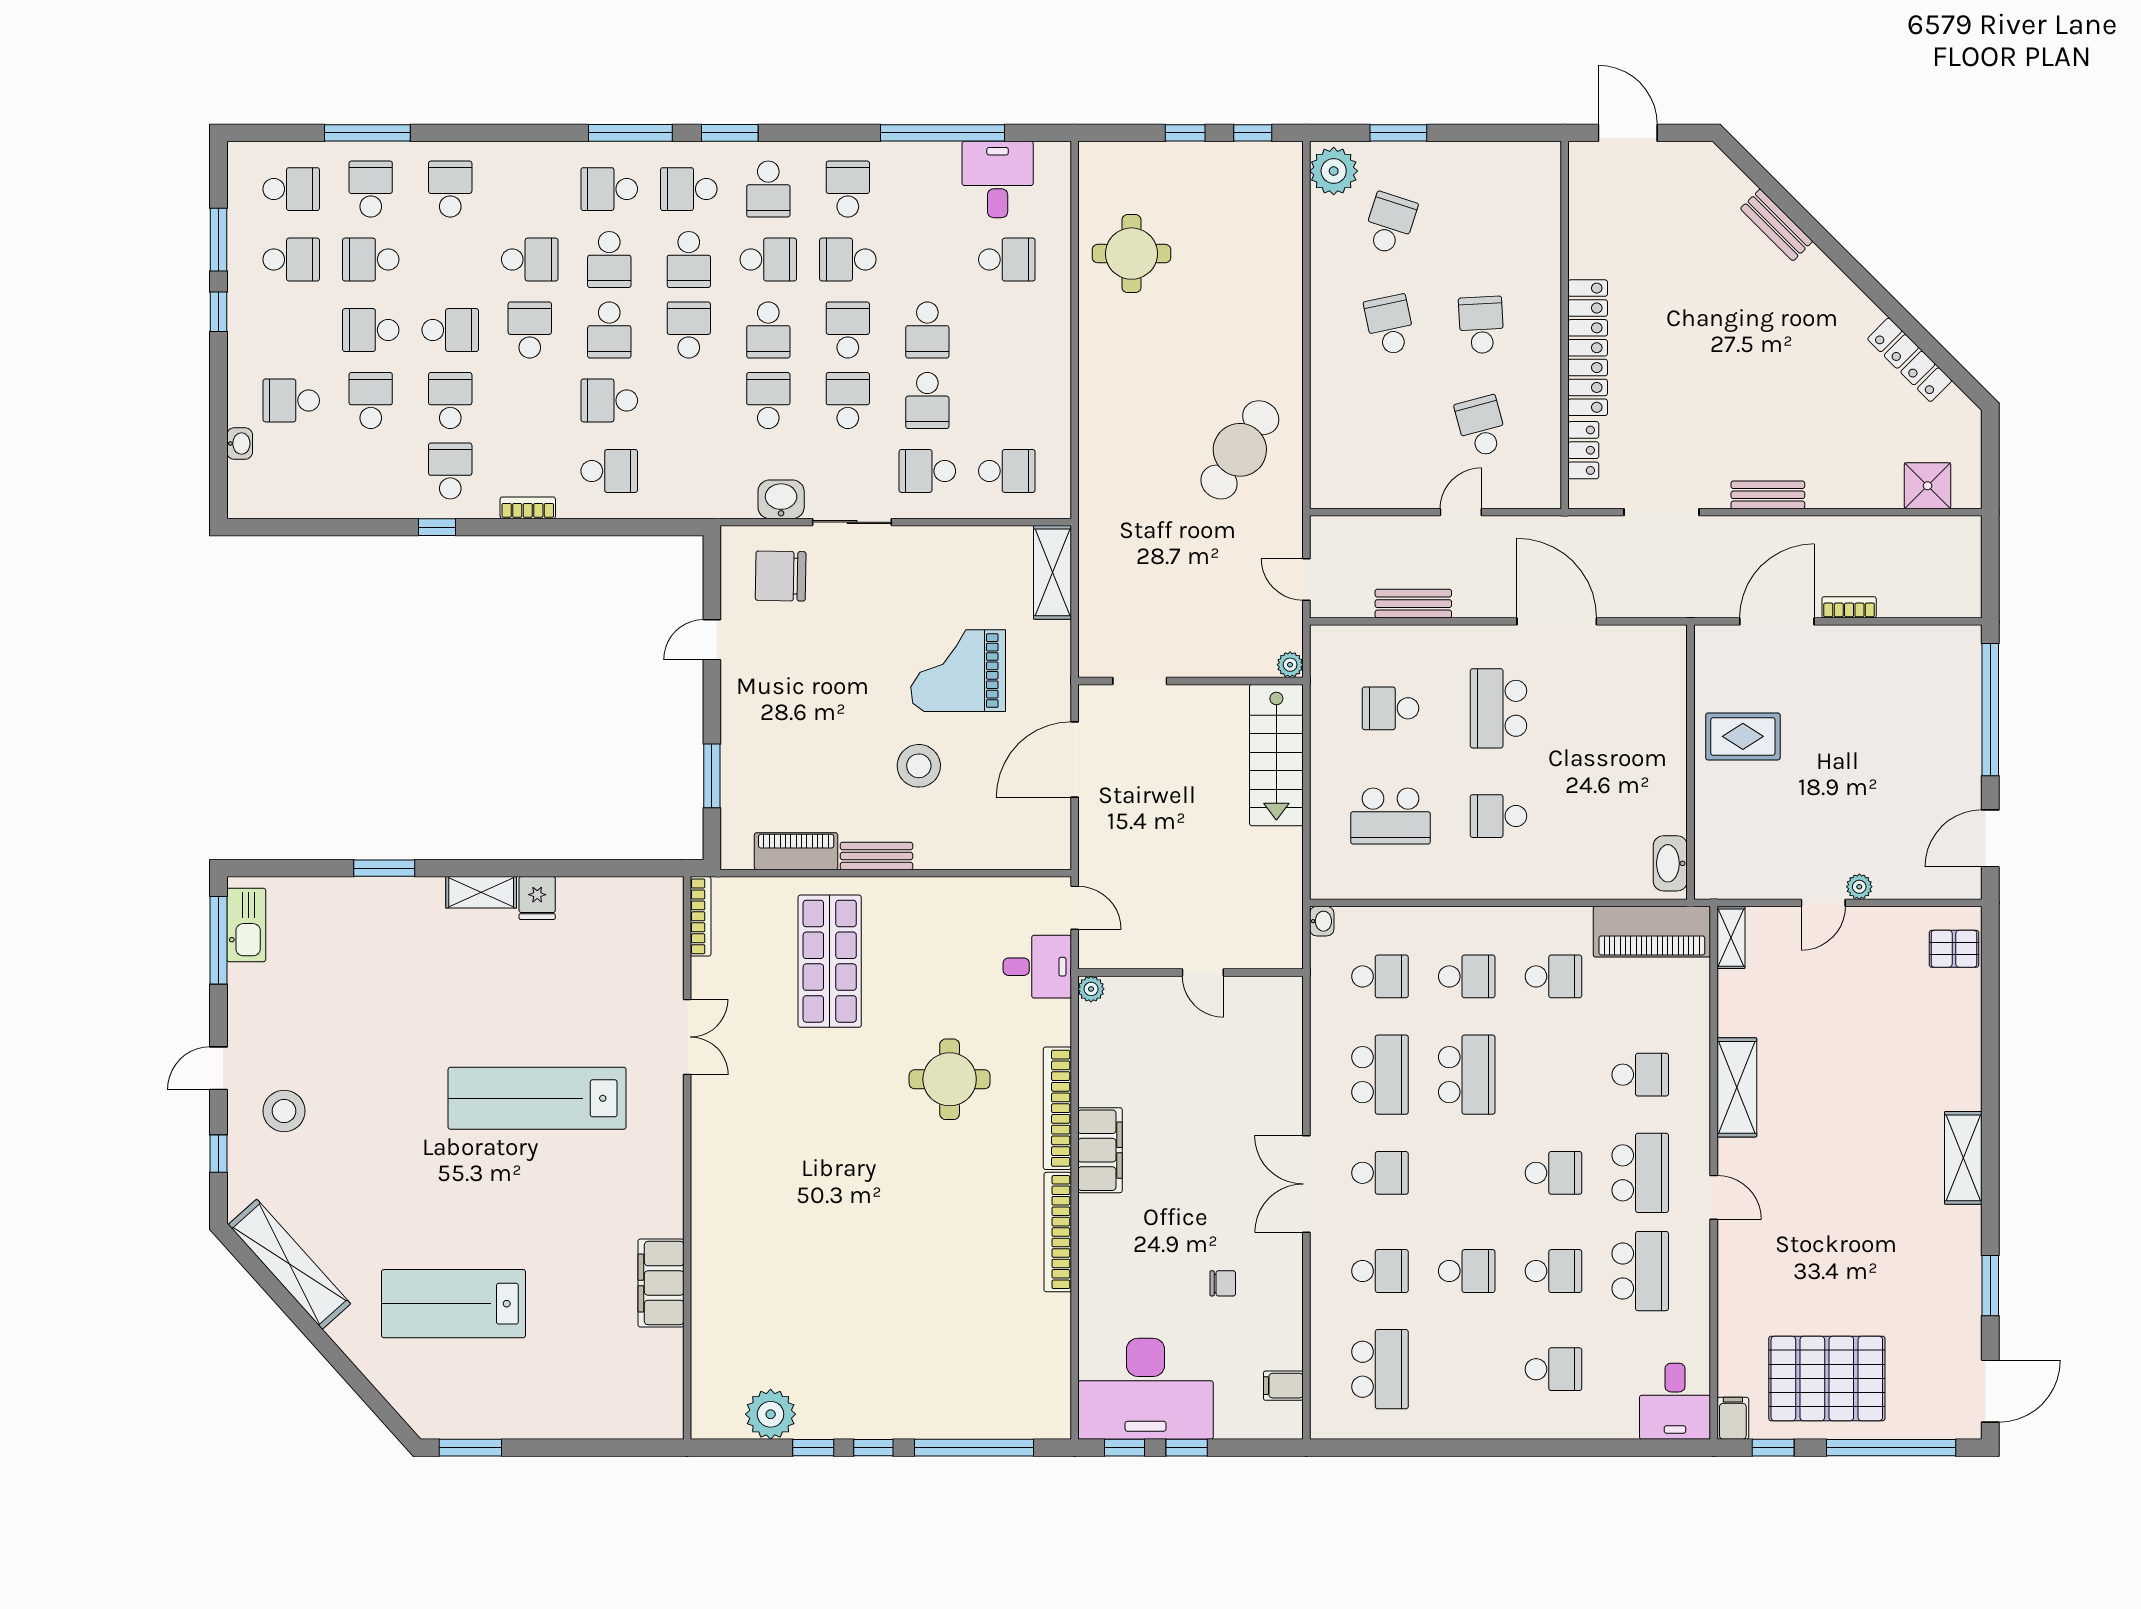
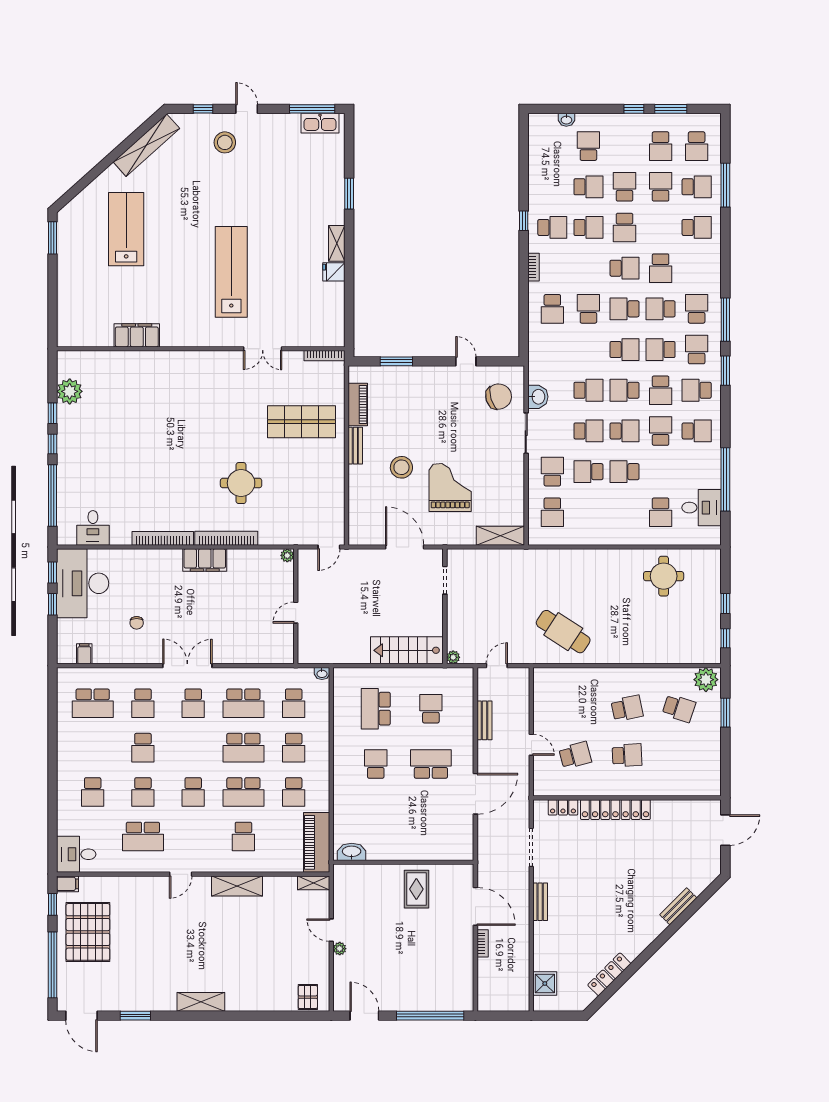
chair: (781, 576) -> (499, 397), turned 72
desk: (1037, 967) -> (93, 528), moved
school desk: (1640, 1173) -> (243, 792), moved

